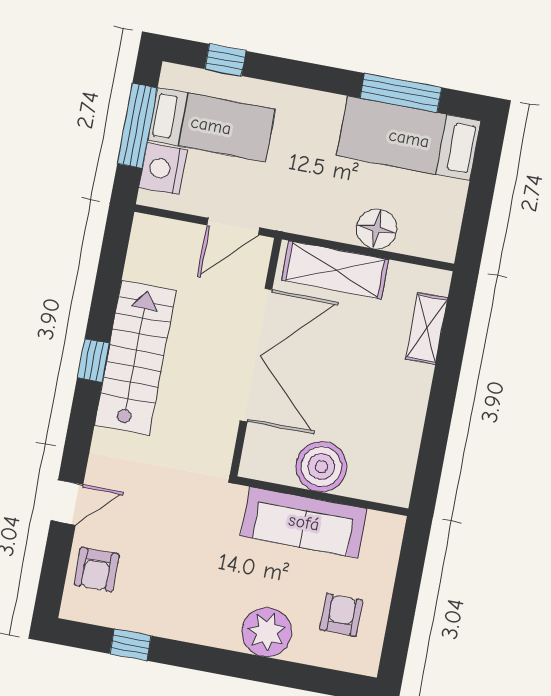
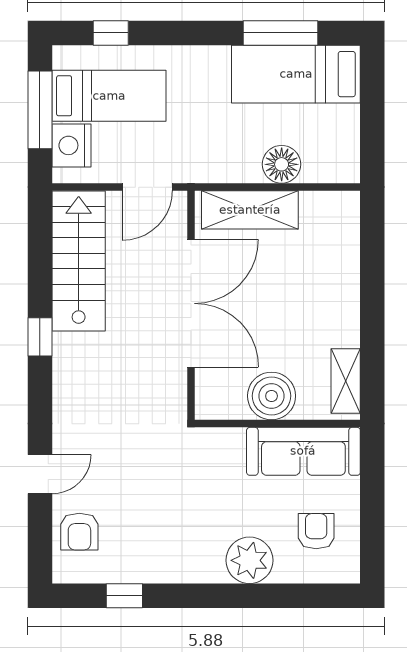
shelving: (427, 329) -> (346, 381), moved
stairs: (135, 358) -> (79, 261), moved
sofa: (304, 522) -> (303, 451), moved

